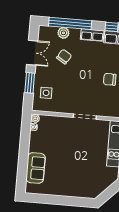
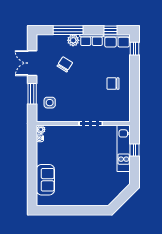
window: (70, 23) -> (68, 30), width x0.68
plant: (63, 33) -> (73, 40), moved
double door: (32, 53) -> (32, 63), swing flipped

